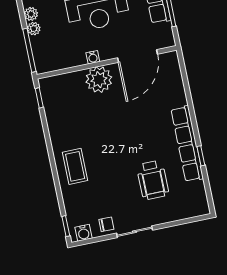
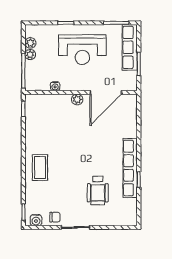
water cooler: (93, 57) -> (55, 86), moved
plant: (99, 80) -> (77, 99), width x0.53, depth x0.53

